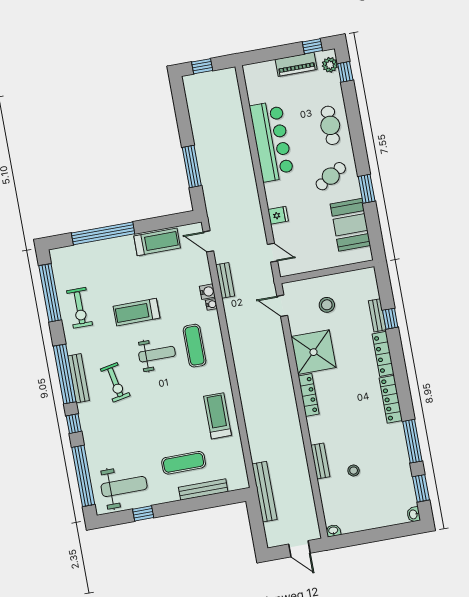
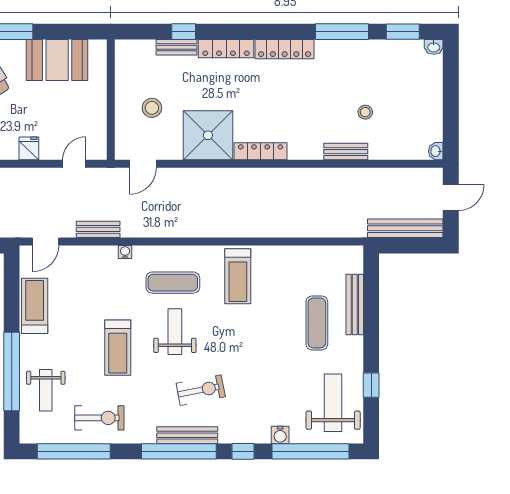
weight bench: (93, 262) -> (46, 390), added
water cooler: (207, 292) -> (280, 435), moved, turned 180
treadmill: (218, 416) -> (238, 276), moved, turned -90
bench: (264, 492) -> (405, 228), moved

